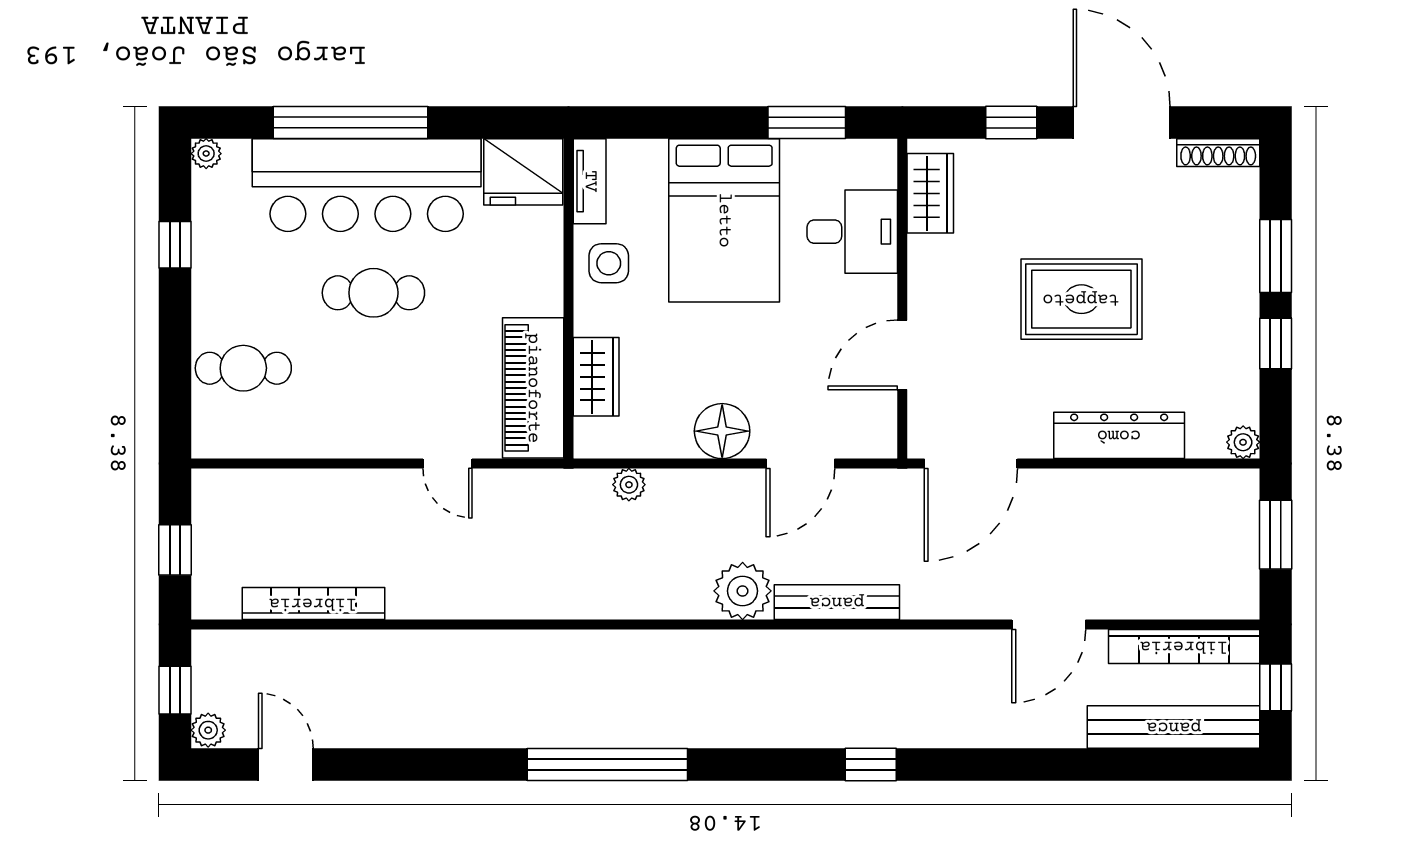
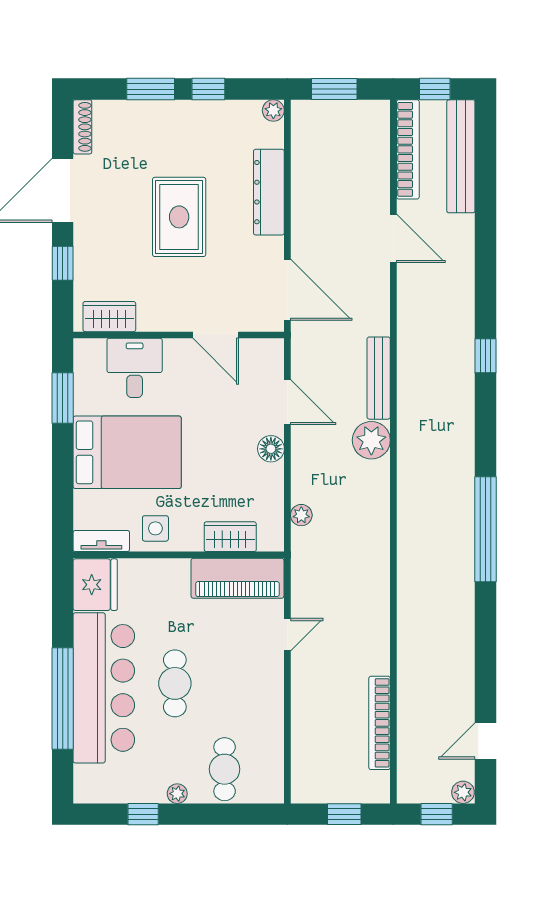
plant: (206, 154) -> (177, 794), moved
floor lamp: (722, 431) -> (271, 449), width x0.73, depth x0.73

